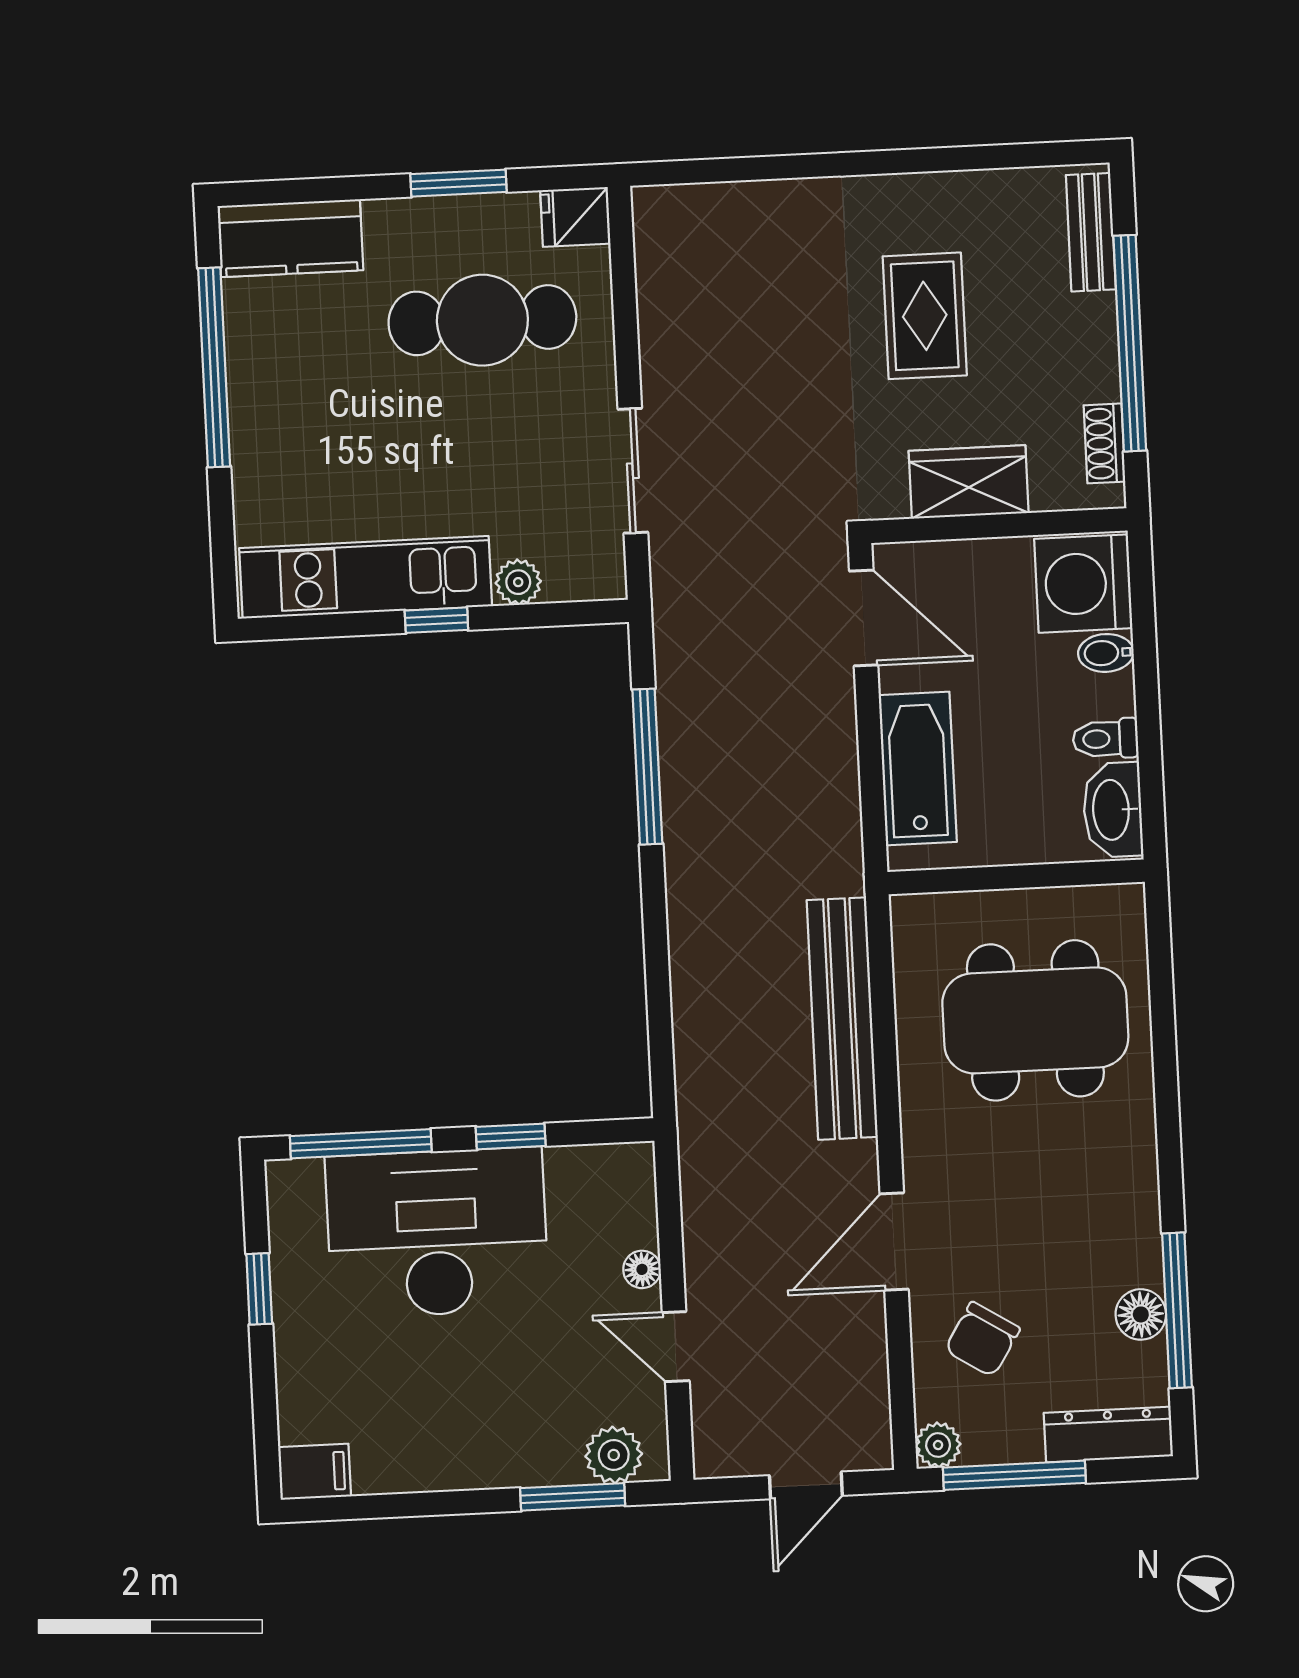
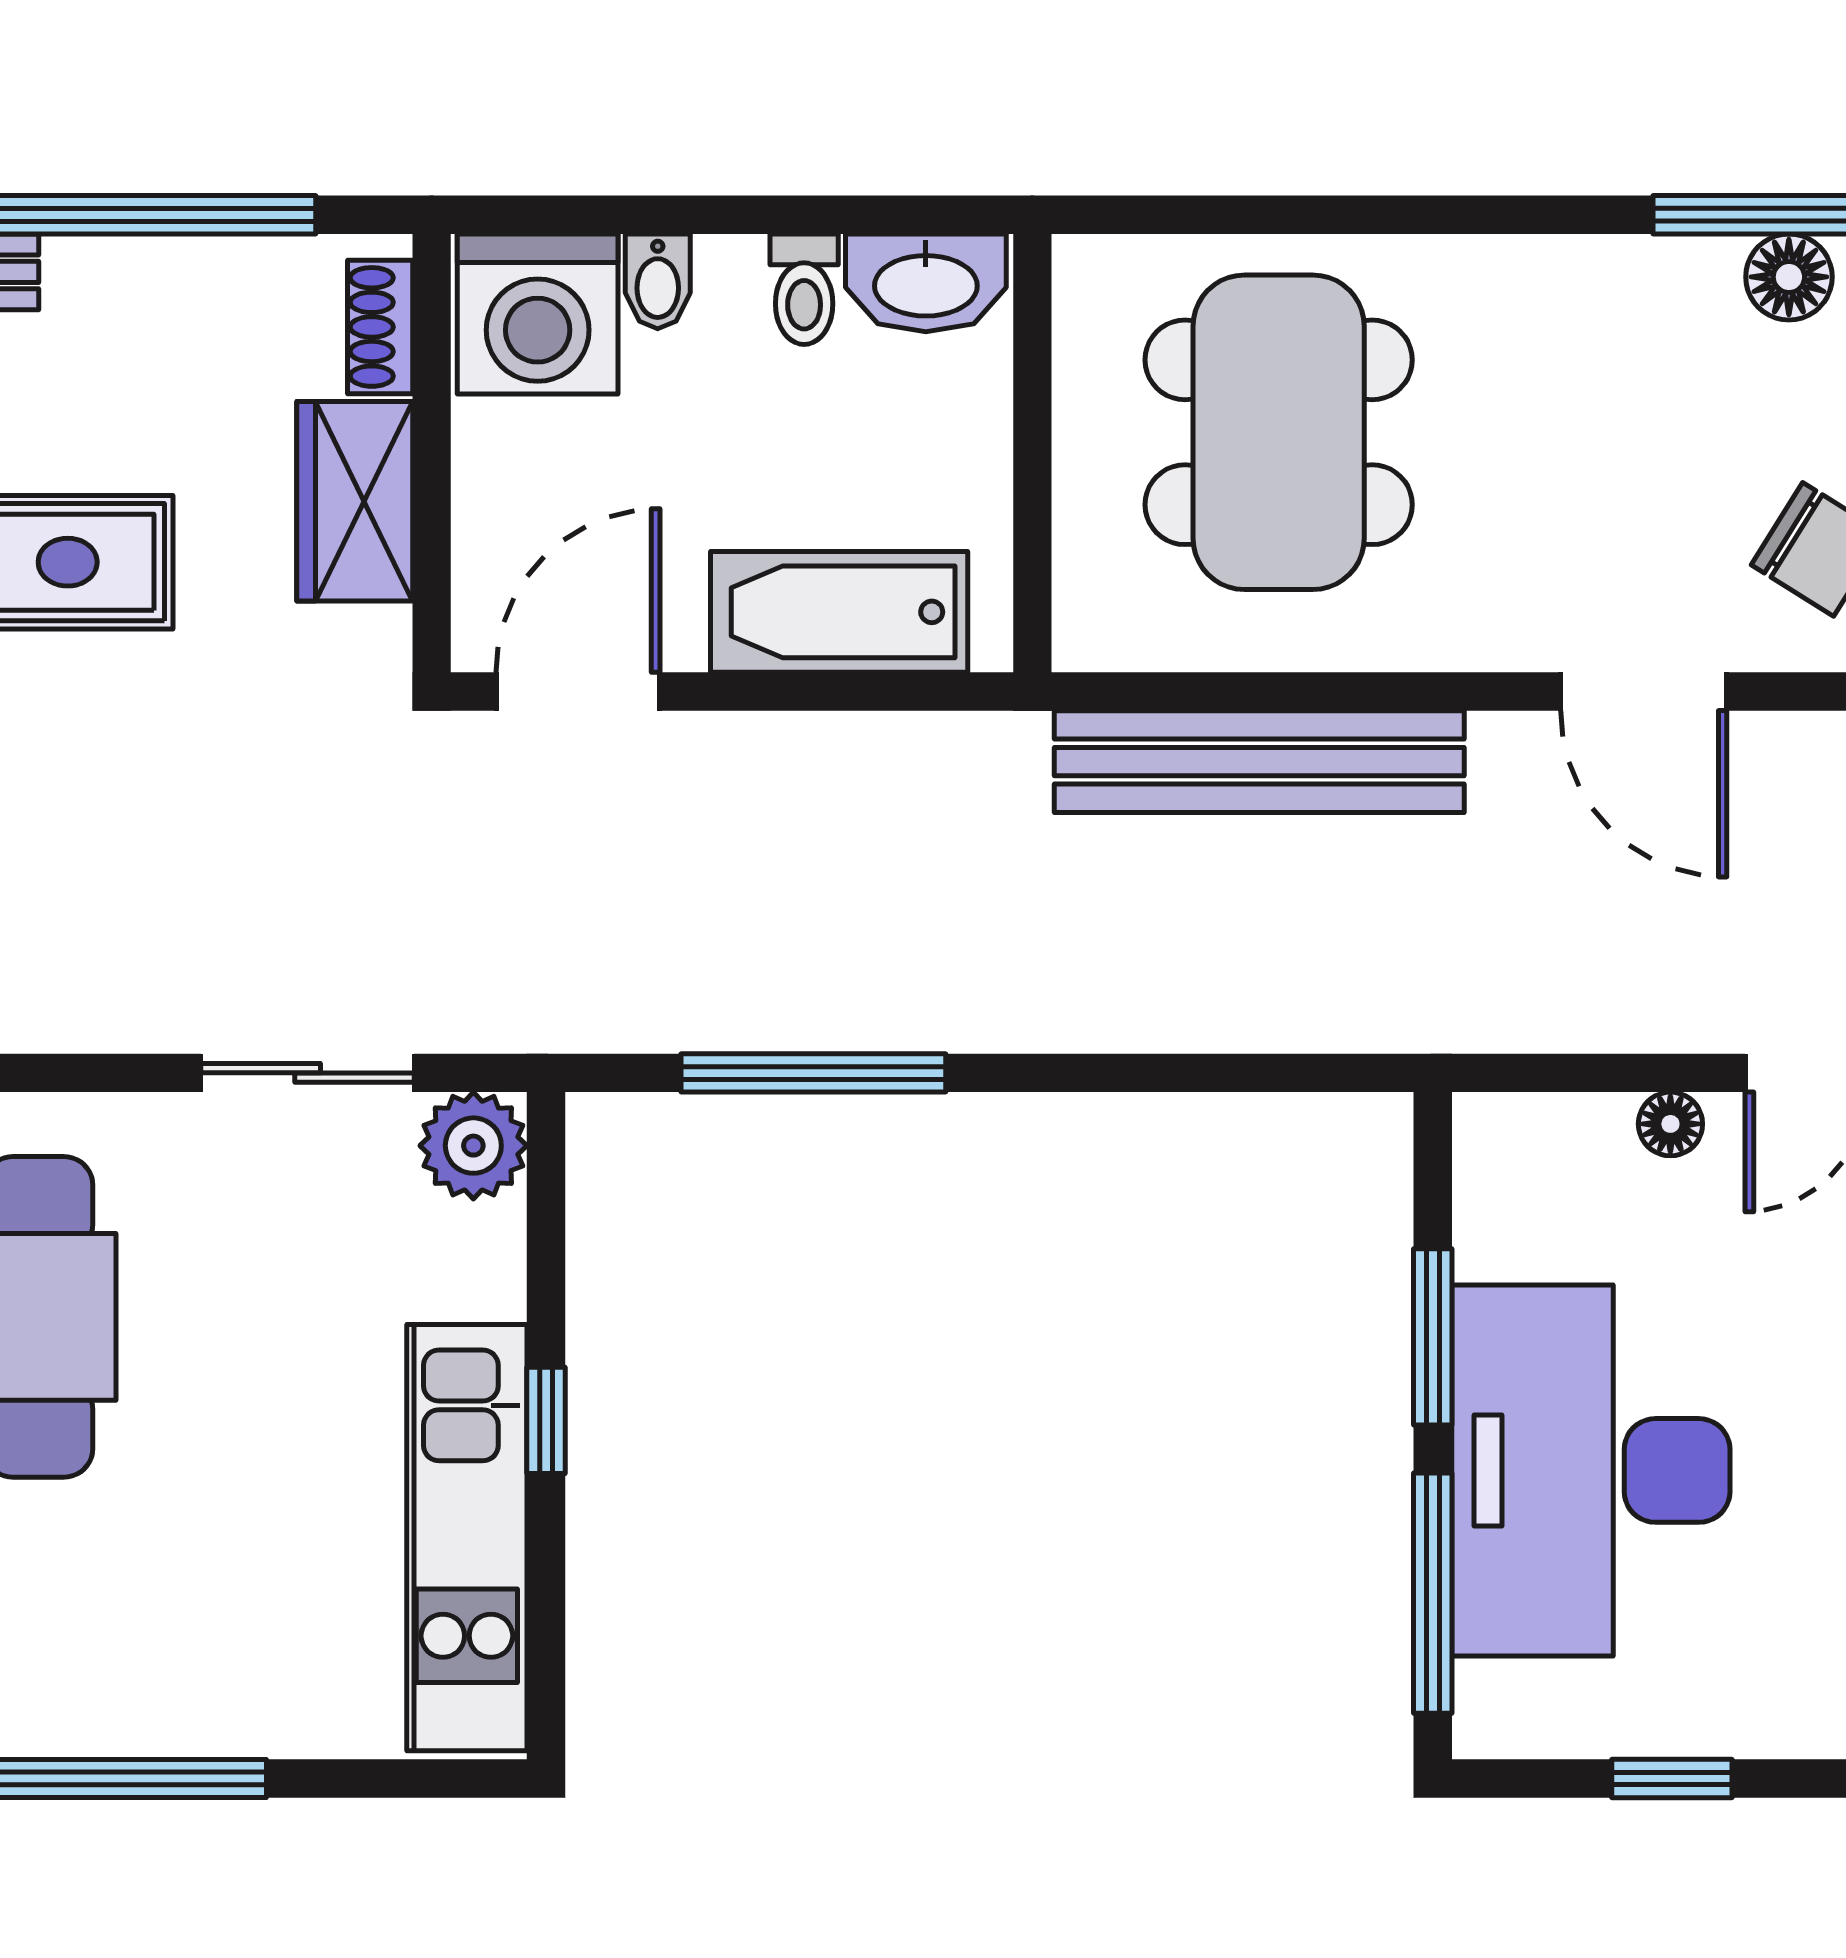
shoe rack: (1104, 443) -> (380, 327), moved, turned 90
plant: (518, 582) -> (473, 1146), moved, width x1.38, depth x1.38
window: (511, 1136) -> (1433, 1337), width x1.50

